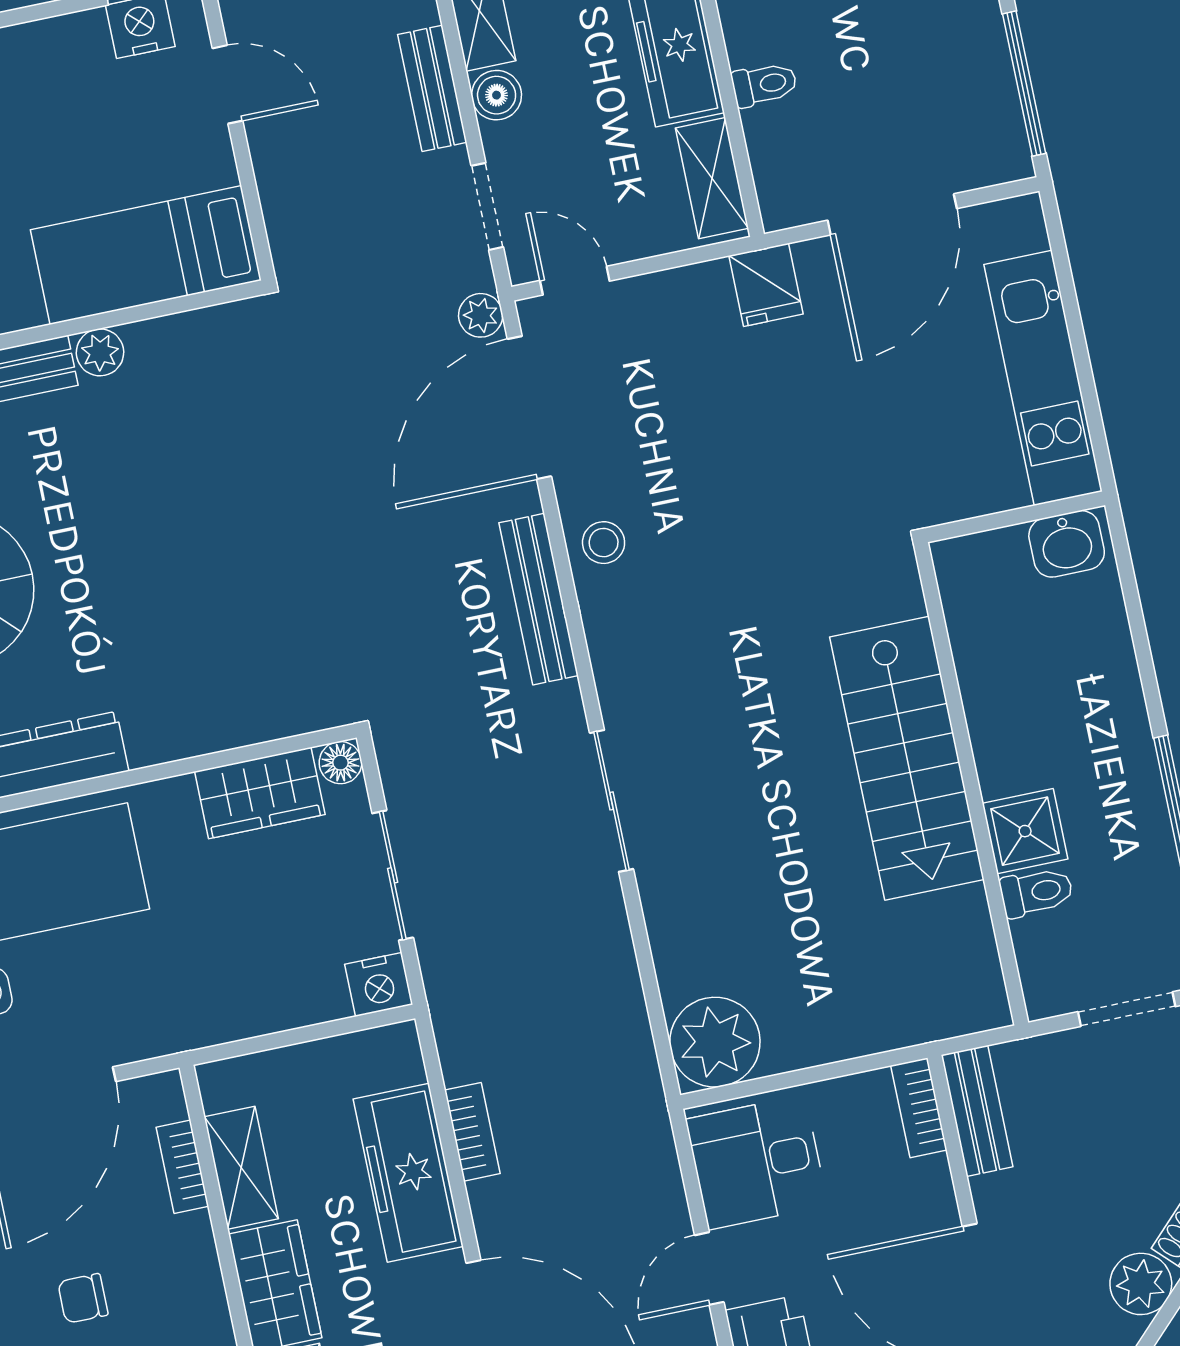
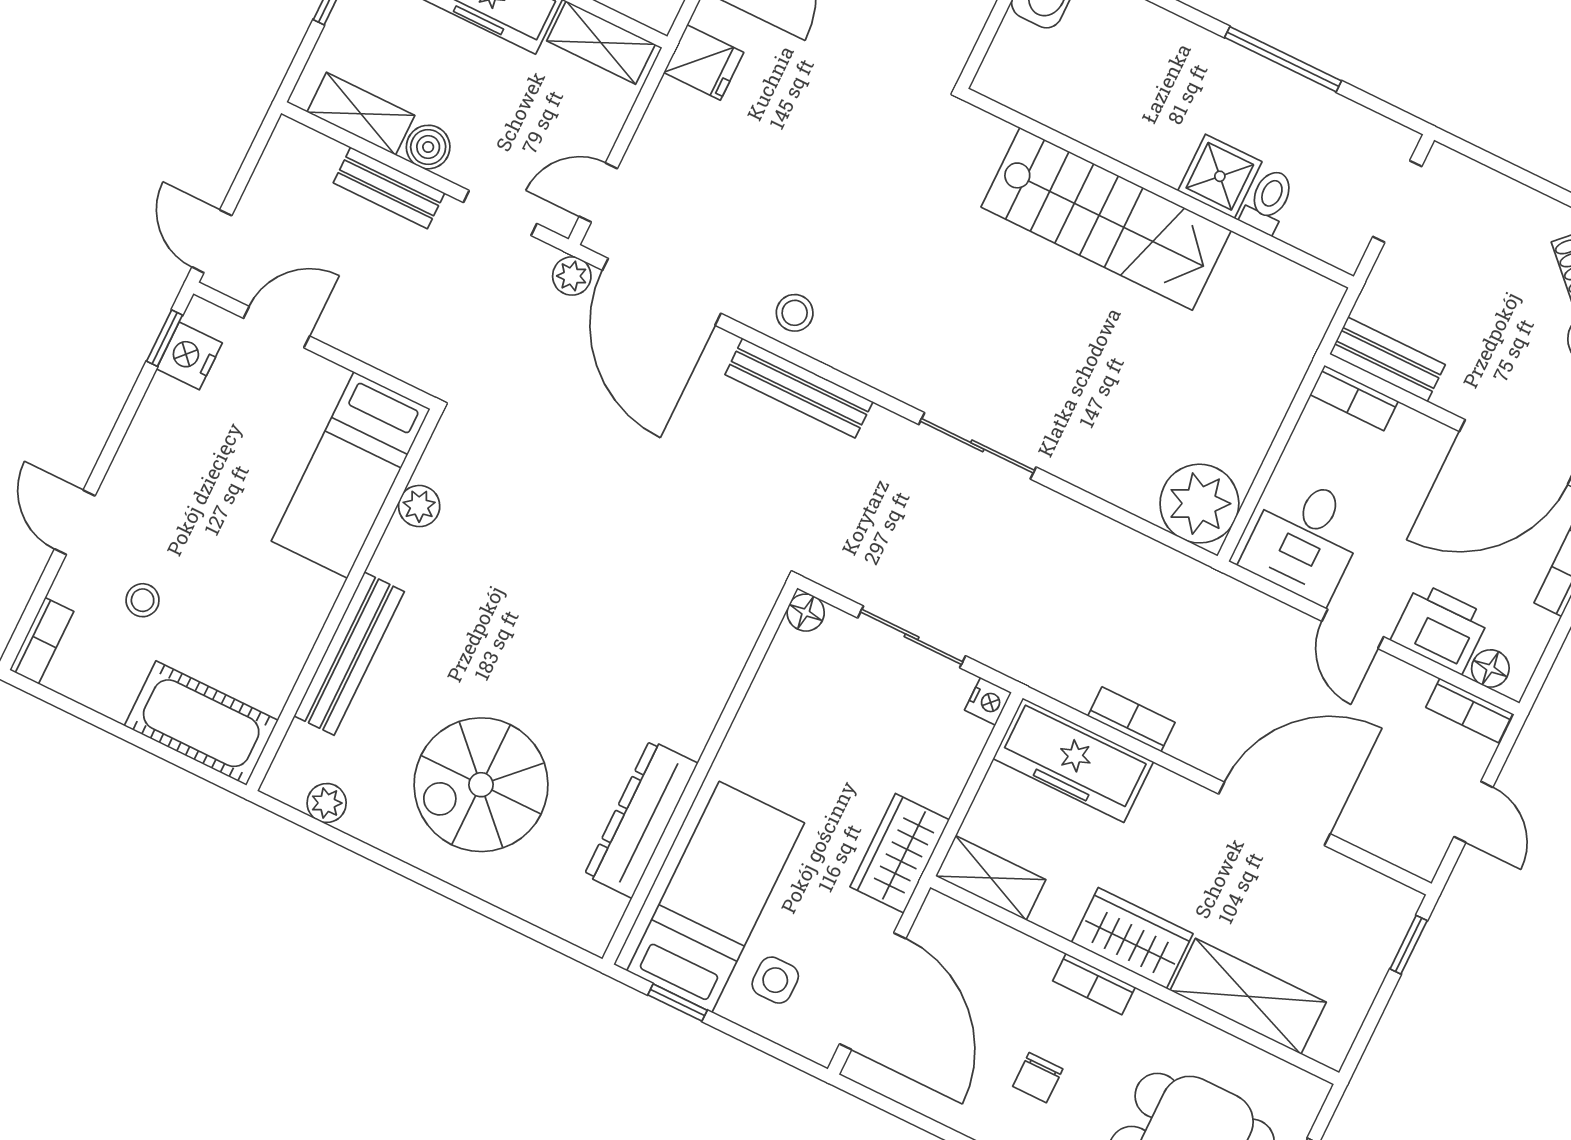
plant: (100, 352) -> (419, 506), moved
wardrobe: (260, 793) -> (900, 853), moved, turned 180
nightstand: (379, 984) -> (988, 701), width x0.72, depth x0.74
bookcase: (182, 1167) -> (1094, 984), moved
shelving: (241, 1168) -> (991, 878), moved
freezer: (408, 1173) -> (1073, 760), moved

